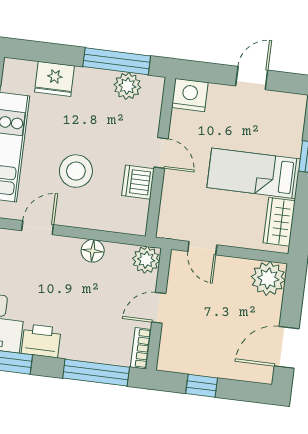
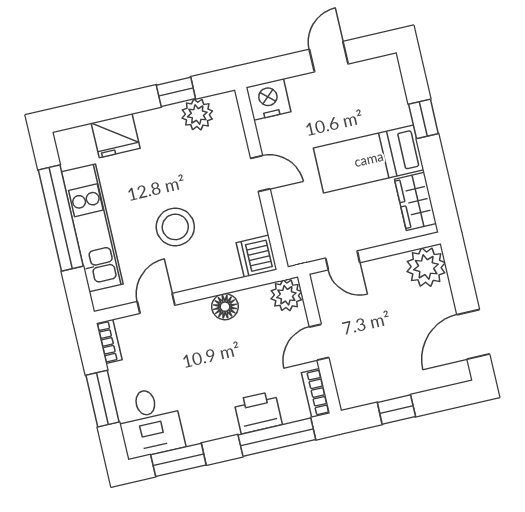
window: (117, 61) -> (176, 92), width x0.46
dishwasher: (138, 182) -> (257, 256), moved
printer: (41, 341) -> (258, 412), moved

